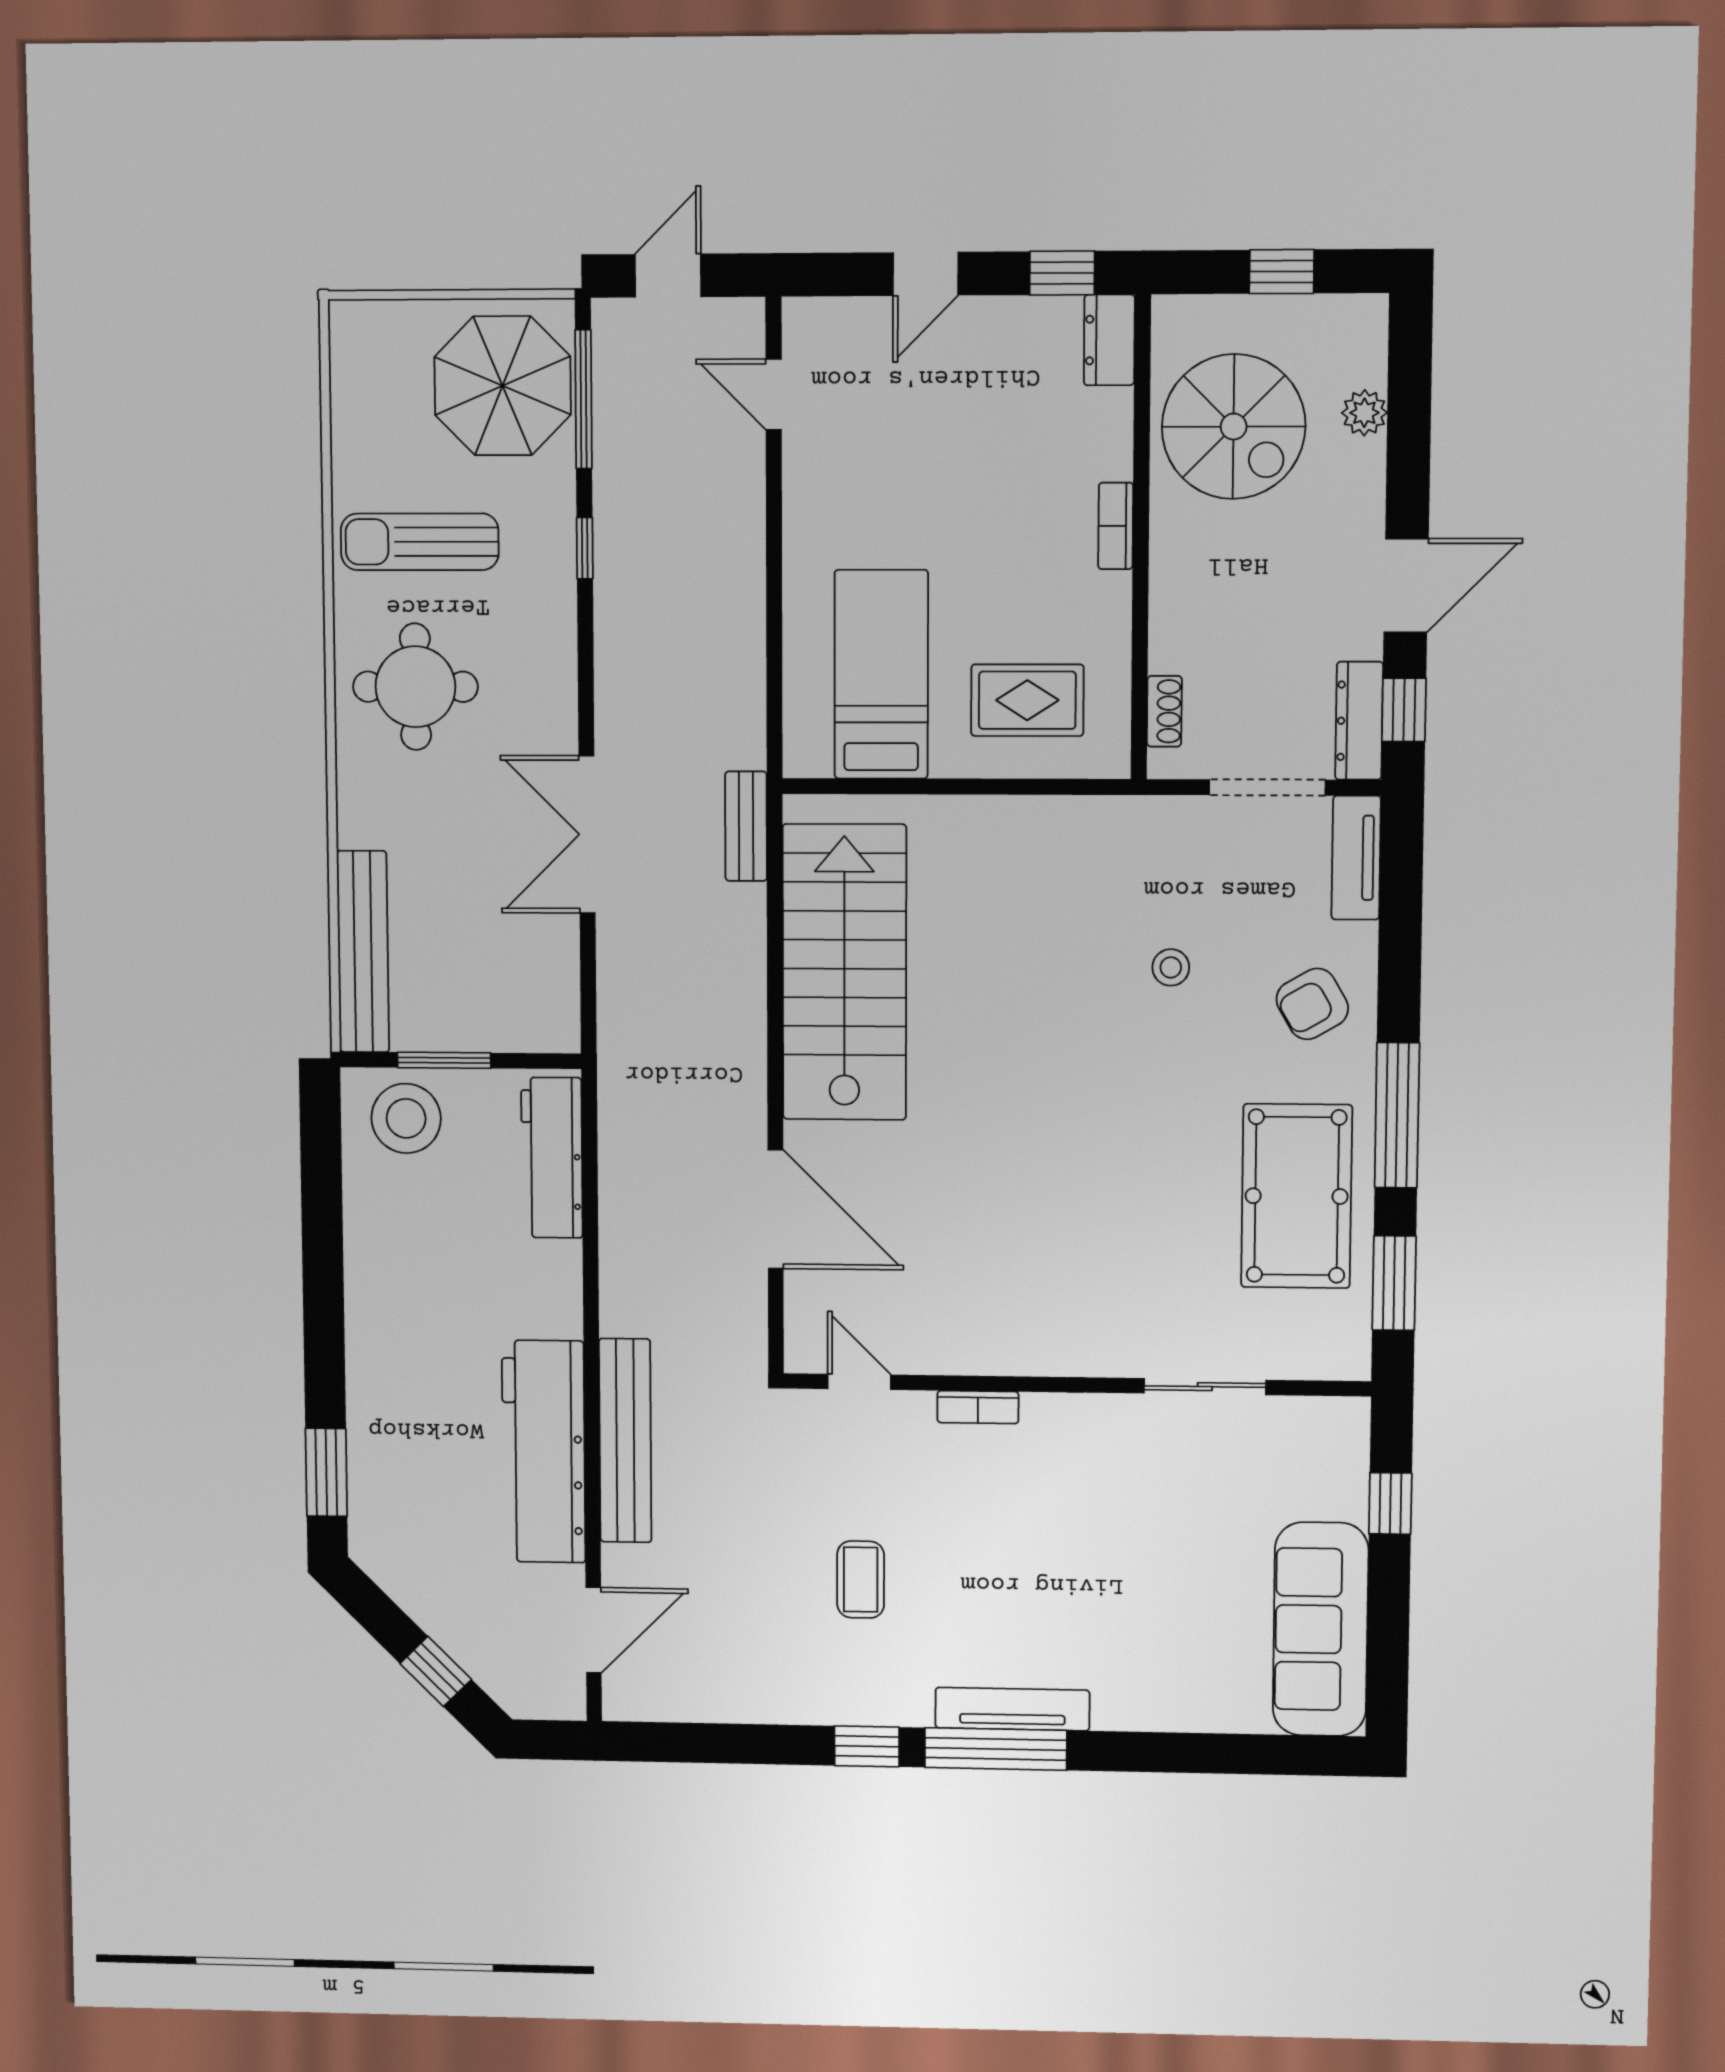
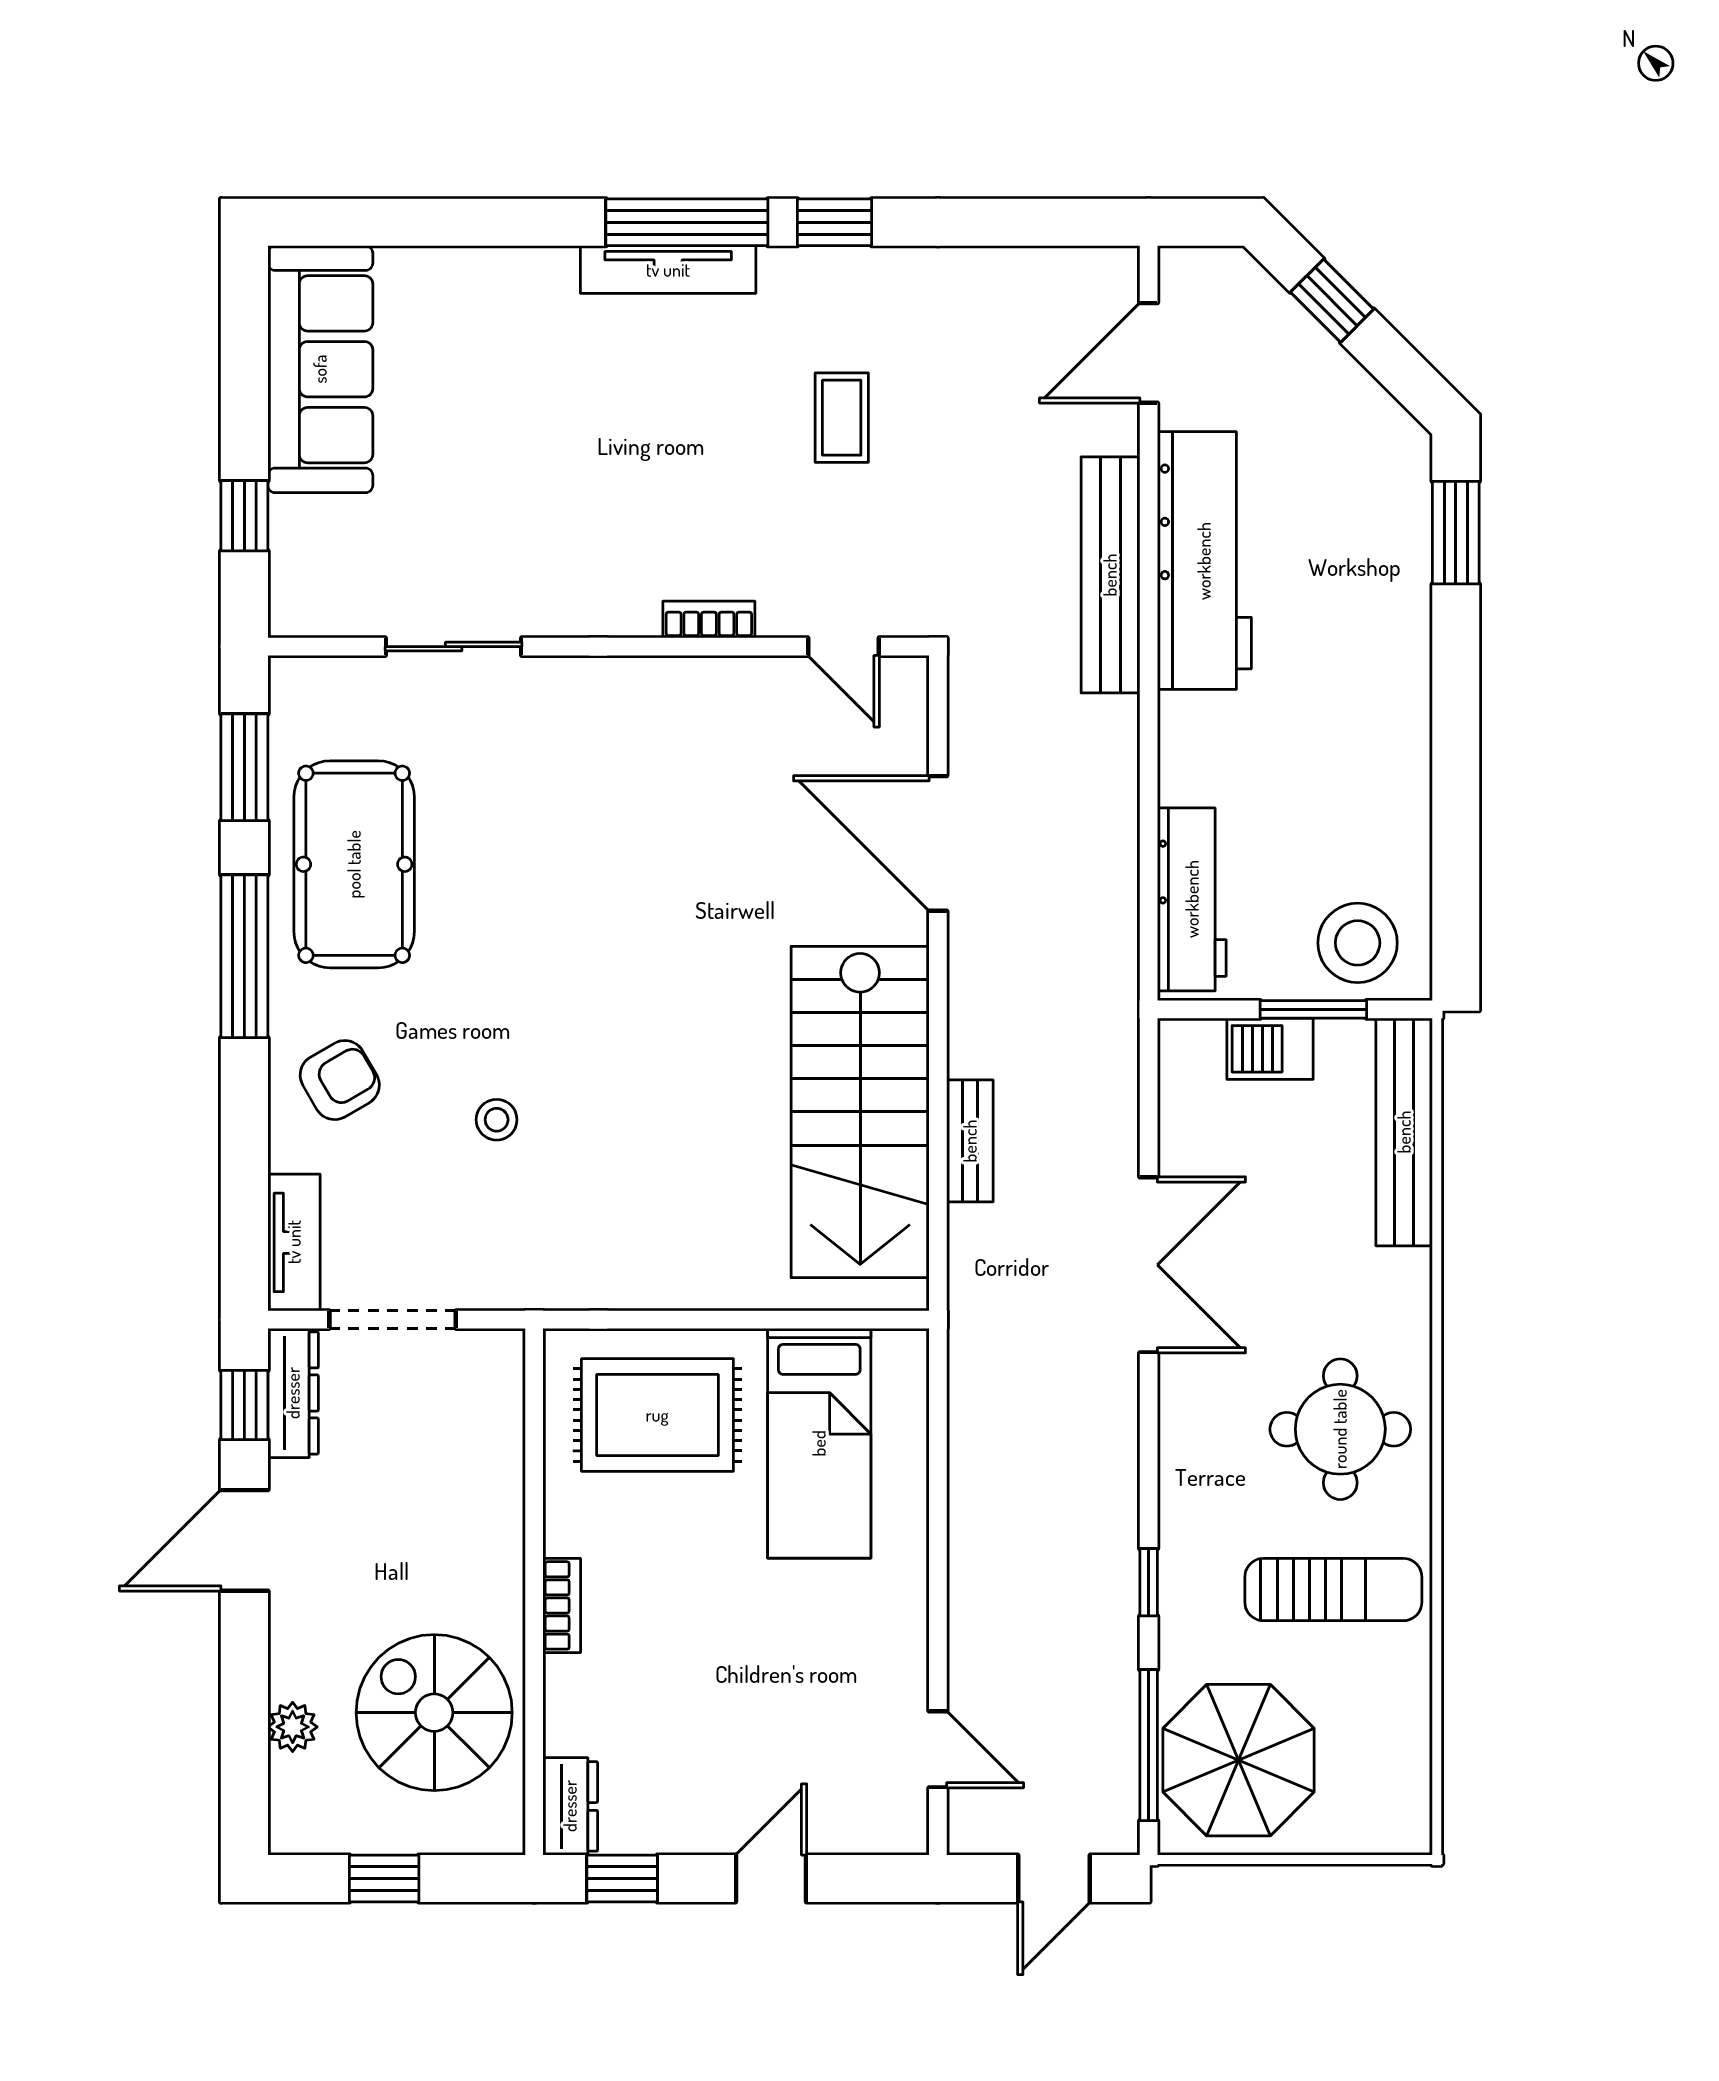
rug: (1027, 700) -> (657, 1415), width x1.36, depth x1.43
shoe rack: (1164, 711) -> (506, 1403), removed
bench: (746, 826) -> (970, 1141), moved
barbecue: (482, 1026) -> (1270, 1049), added

